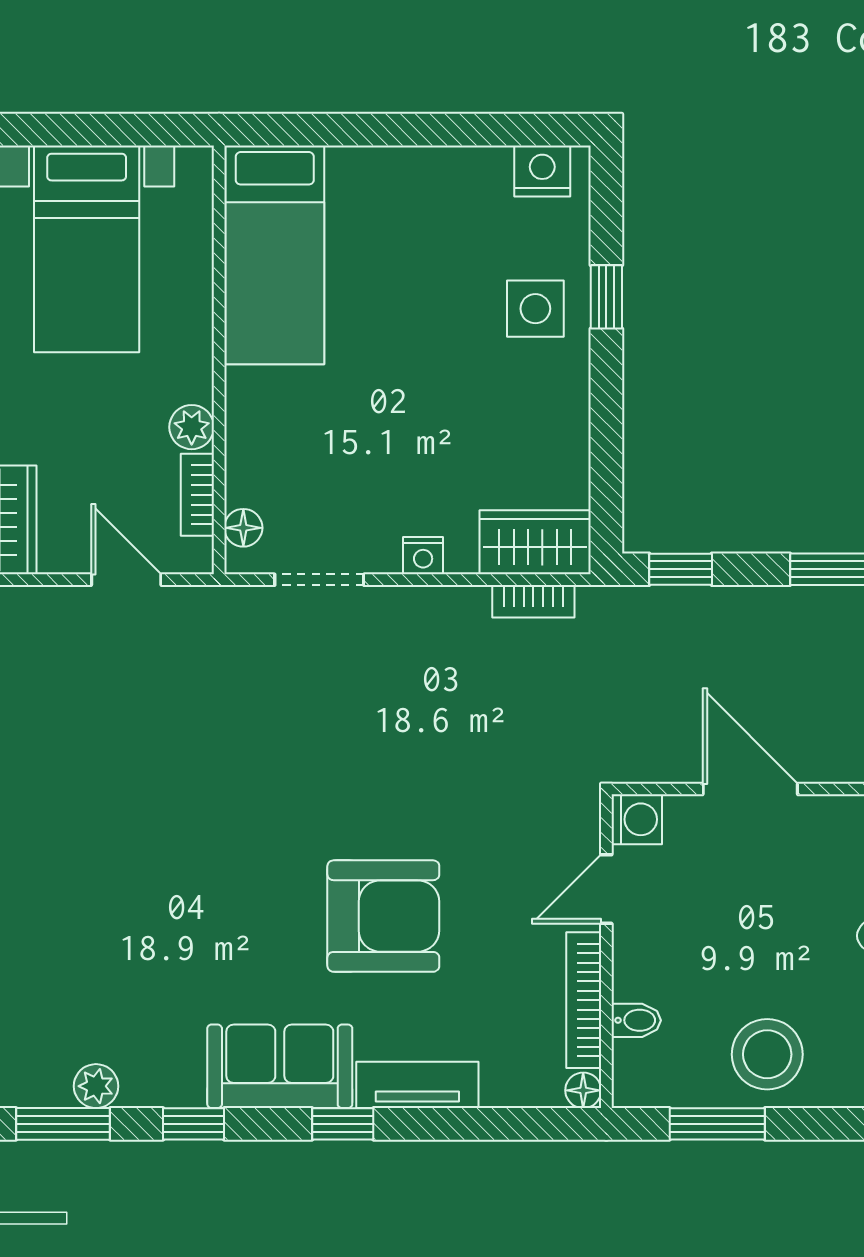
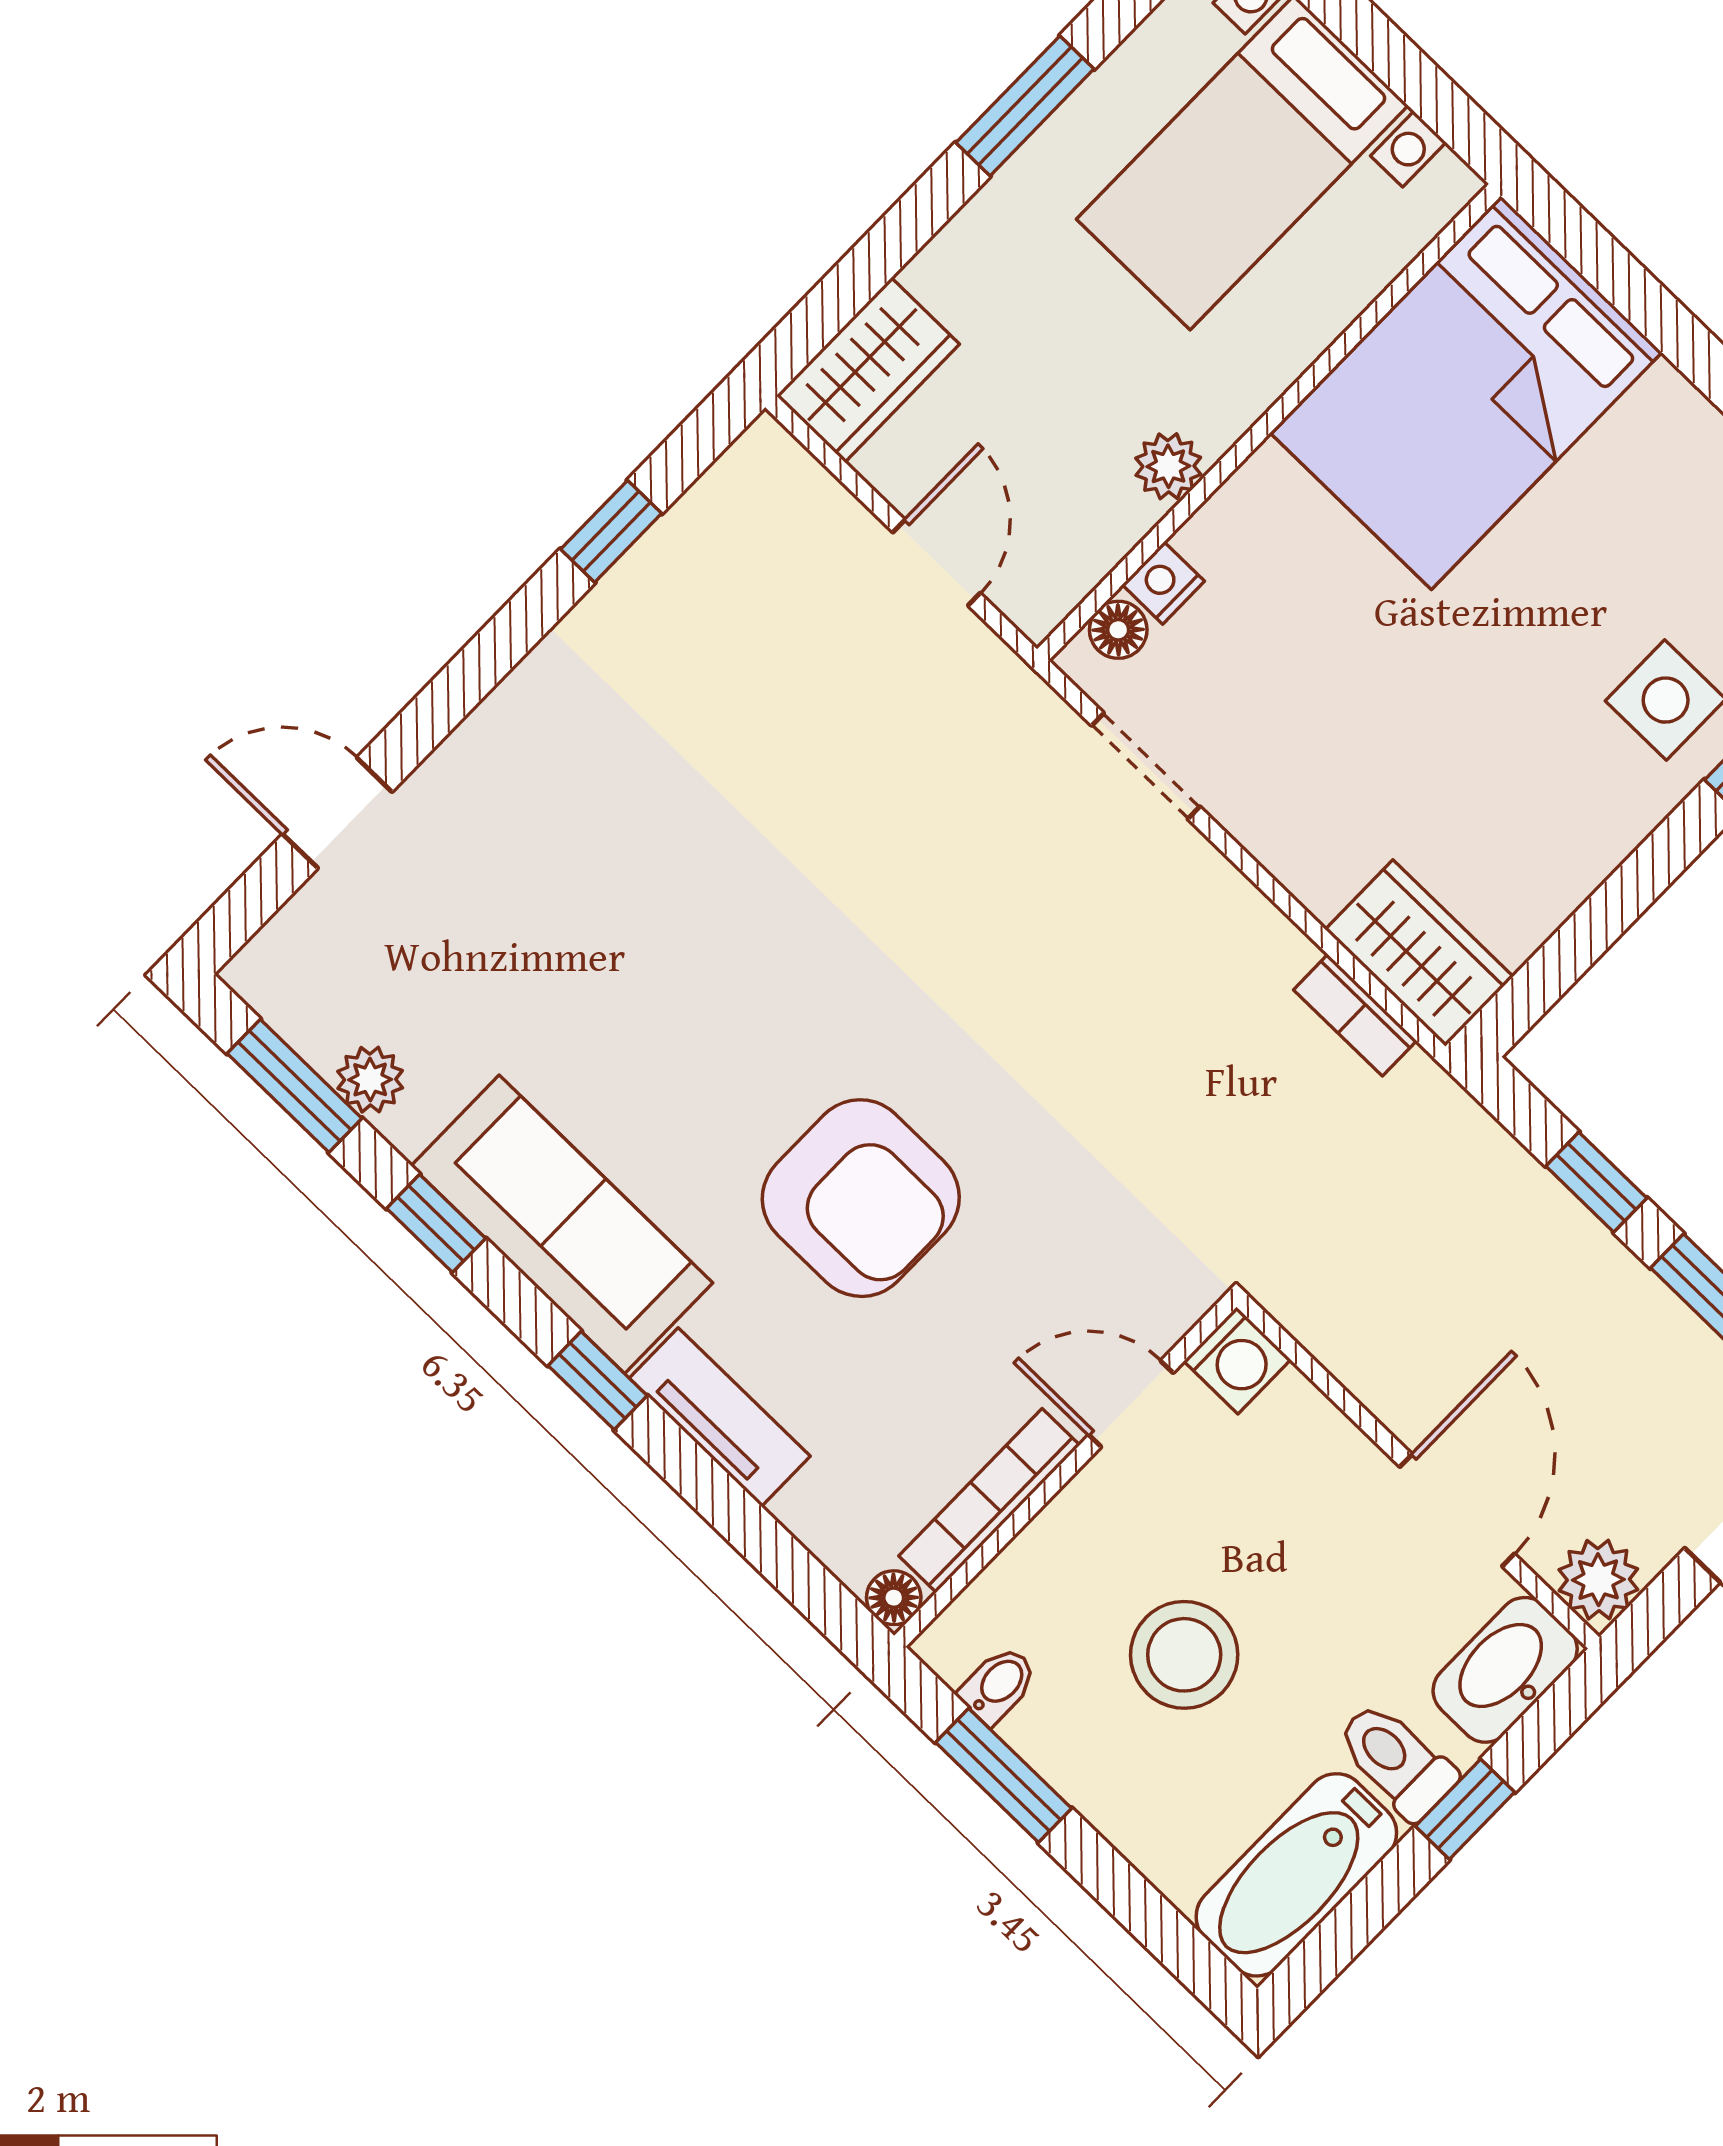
bed: (275, 255) -> (1467, 393), width x1.50
bookcase: (197, 495) -> (1103, 546), removed
nightstand: (423, 556) -> (1163, 583), moved, turned 90
window: (681, 569) -> (1596, 1182), moved
door: (750, 789) -> (1457, 1510), moved
bidet: (636, 1020) -> (998, 1685), moved, turned -90
stool: (767, 1054) -> (1184, 1655), moved
sofa: (280, 1066) -> (562, 1224), width x1.36

